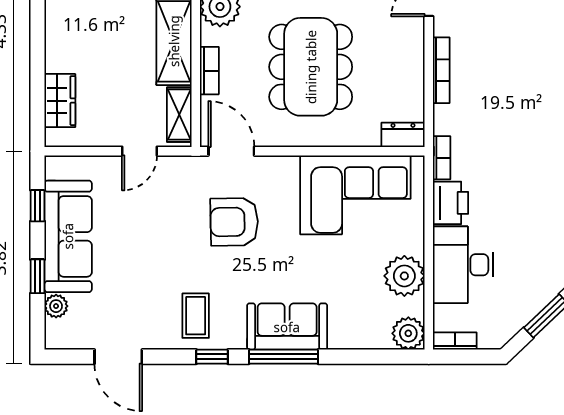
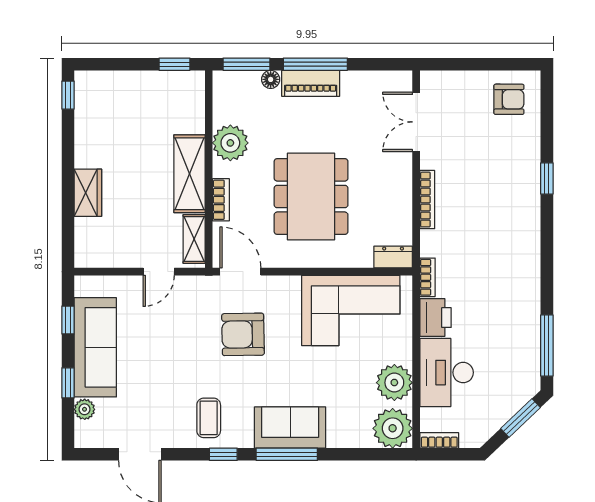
wardrobe: (60, 101) -> (88, 193), moved
plant: (408, 333) -> (393, 428), width x1.36, depth x1.36

